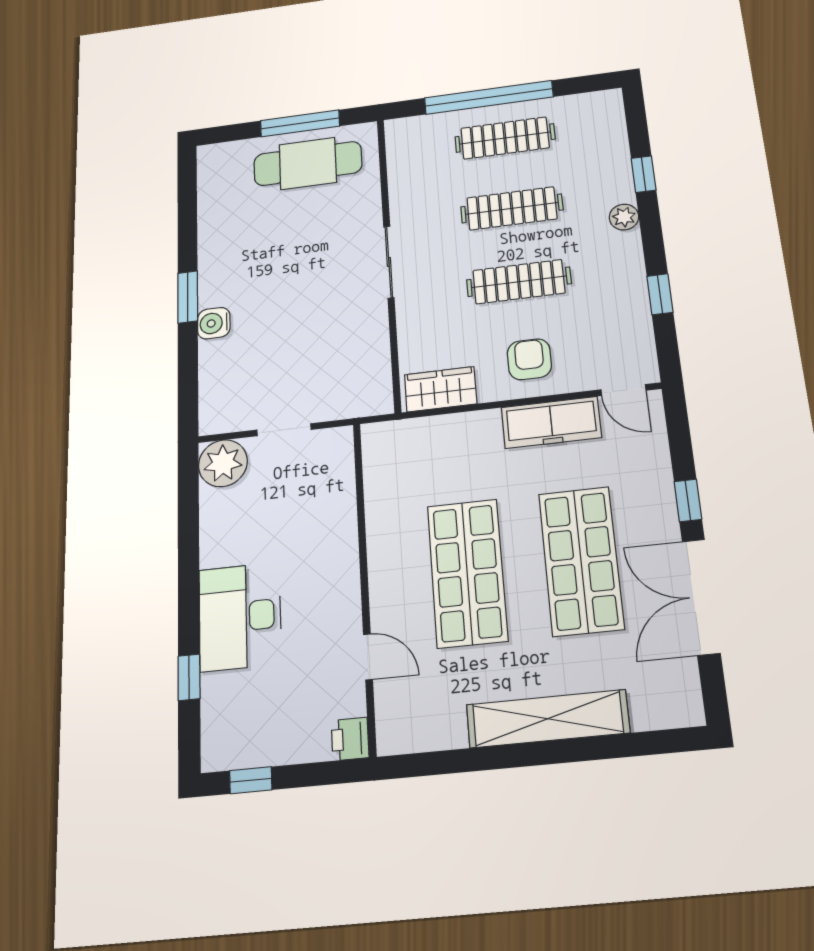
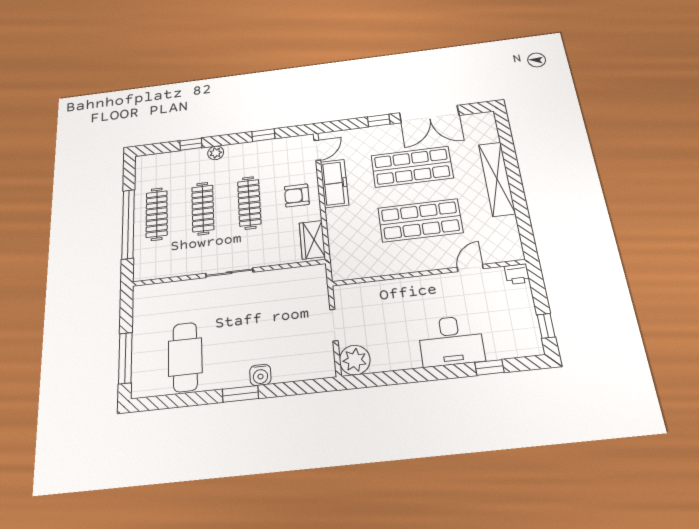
window: (300, 123) -> (125, 358), moved
cafe table: (308, 164) -> (185, 357), moved

